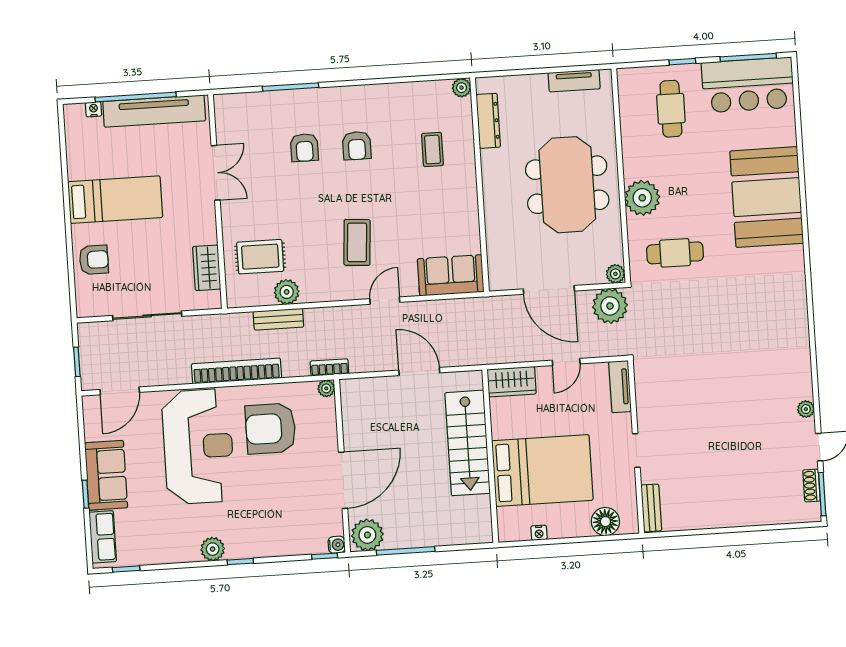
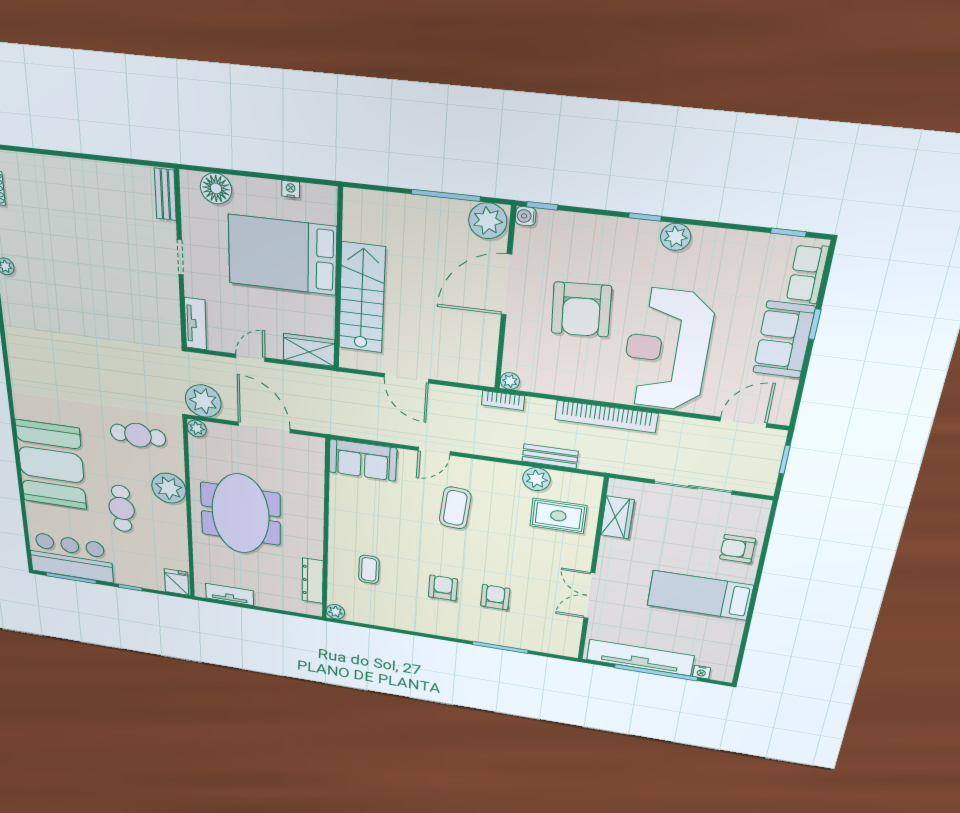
fridge: (632, 82) -> (177, 582), added
cafe table: (671, 109) -> (122, 509), moved
armchair: (271, 429) -> (581, 310), moved, turned 87

